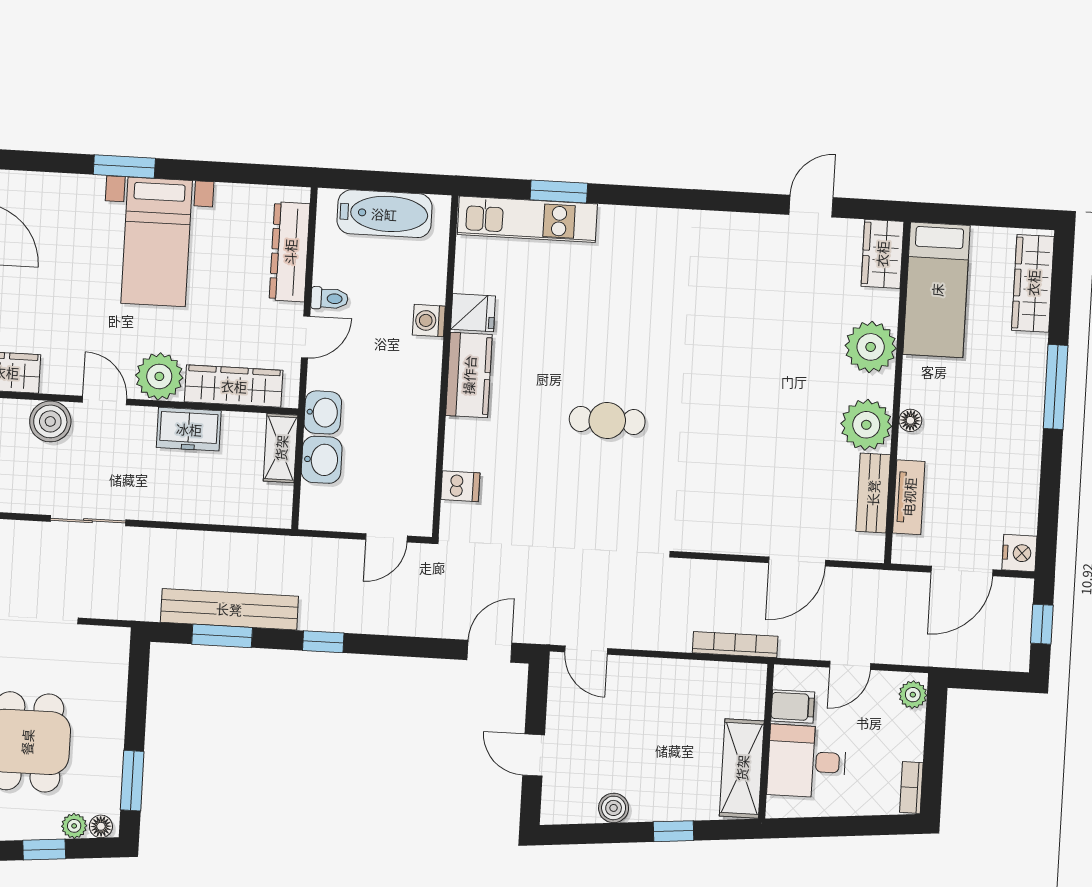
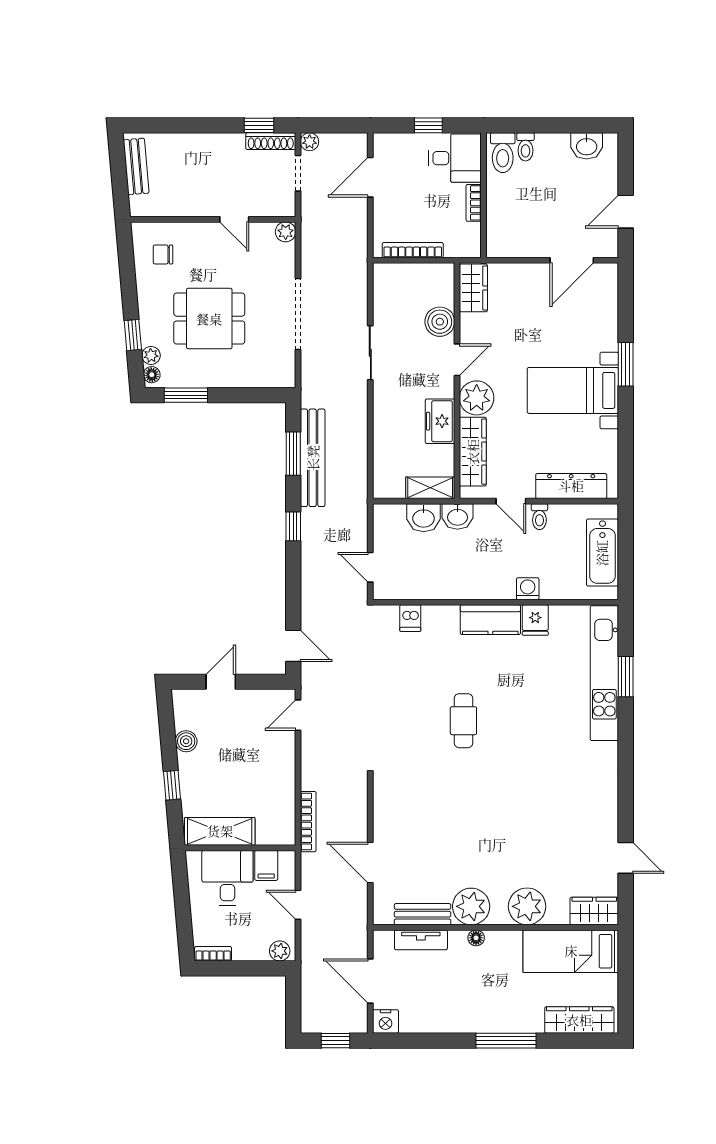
kitchen unit: (527, 219) -> (604, 673), width x1.36

